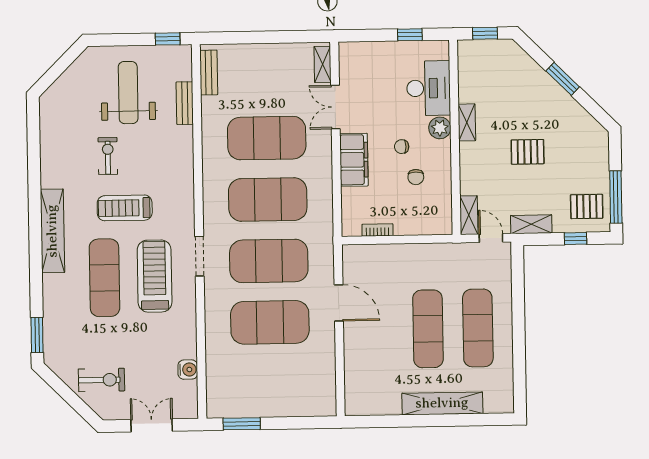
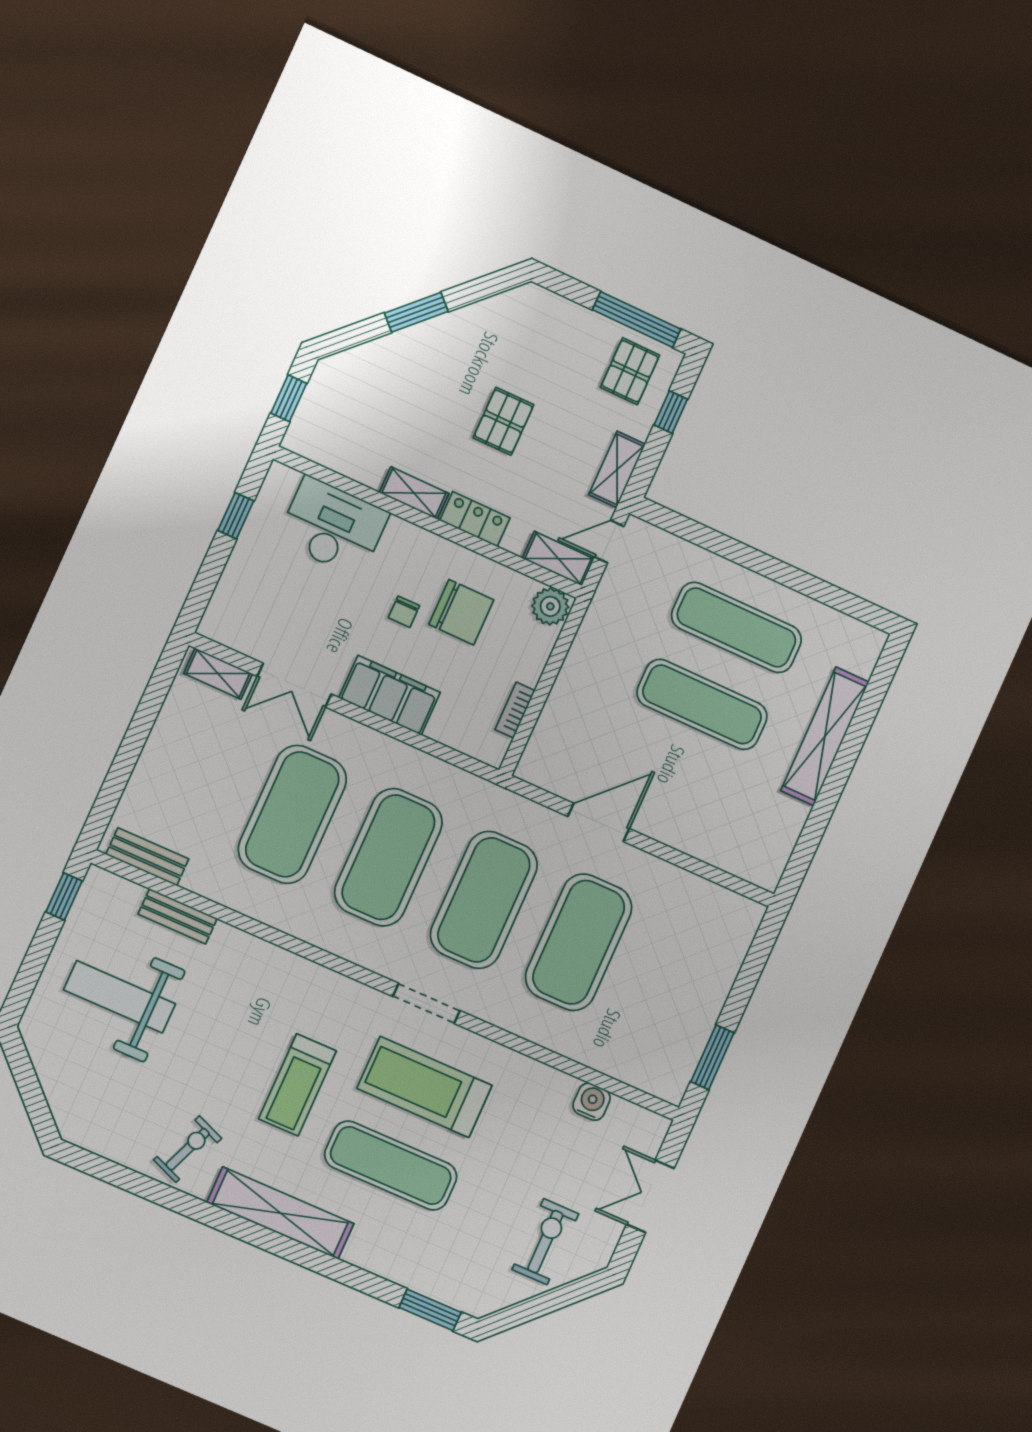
plant: (440, 128) -> (550, 606), moved
exercise bike: (108, 156) -> (188, 1149), moved, turned 112
locker: (469, 161) -> (475, 519), added
chair: (416, 177) -> (461, 612), width x1.87, depth x1.87

